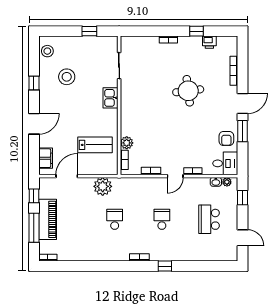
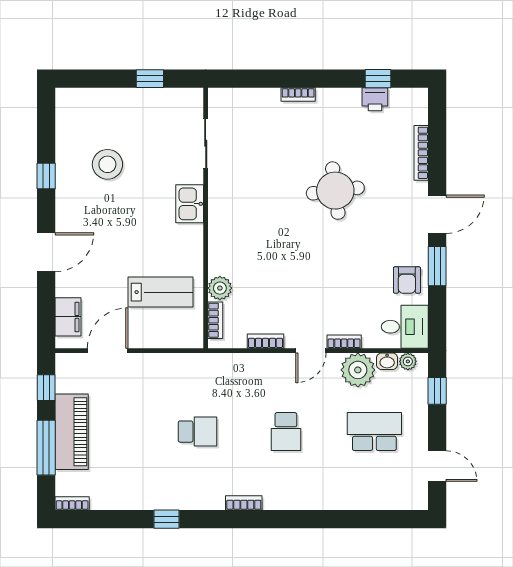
window: (196, 31) -> (378, 79), moved
stool: (47, 51) -> (71, 116), removed
plant: (103, 186) -> (358, 370), moved
school desk: (115, 219) -> (197, 432), turned 90
school desk: (162, 219) -> (286, 432), turned 180
school desk: (209, 219) -> (374, 432), turned 90
window: (165, 266) -> (166, 519), moved

